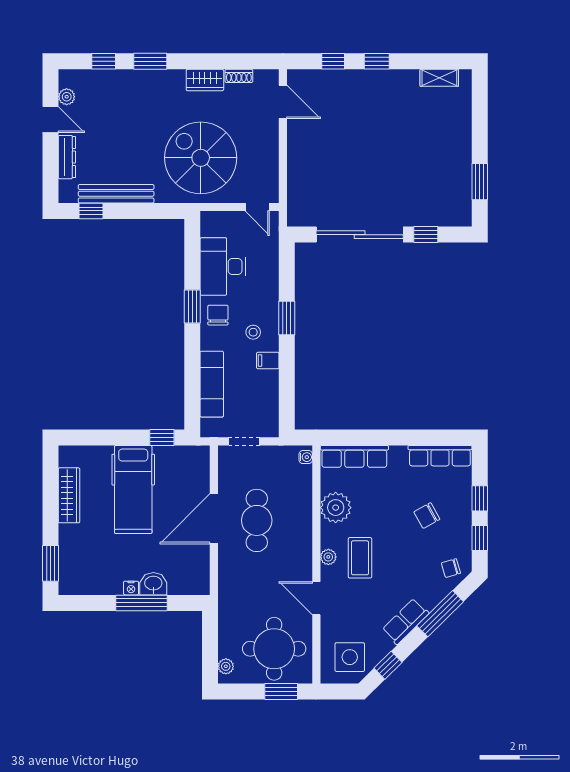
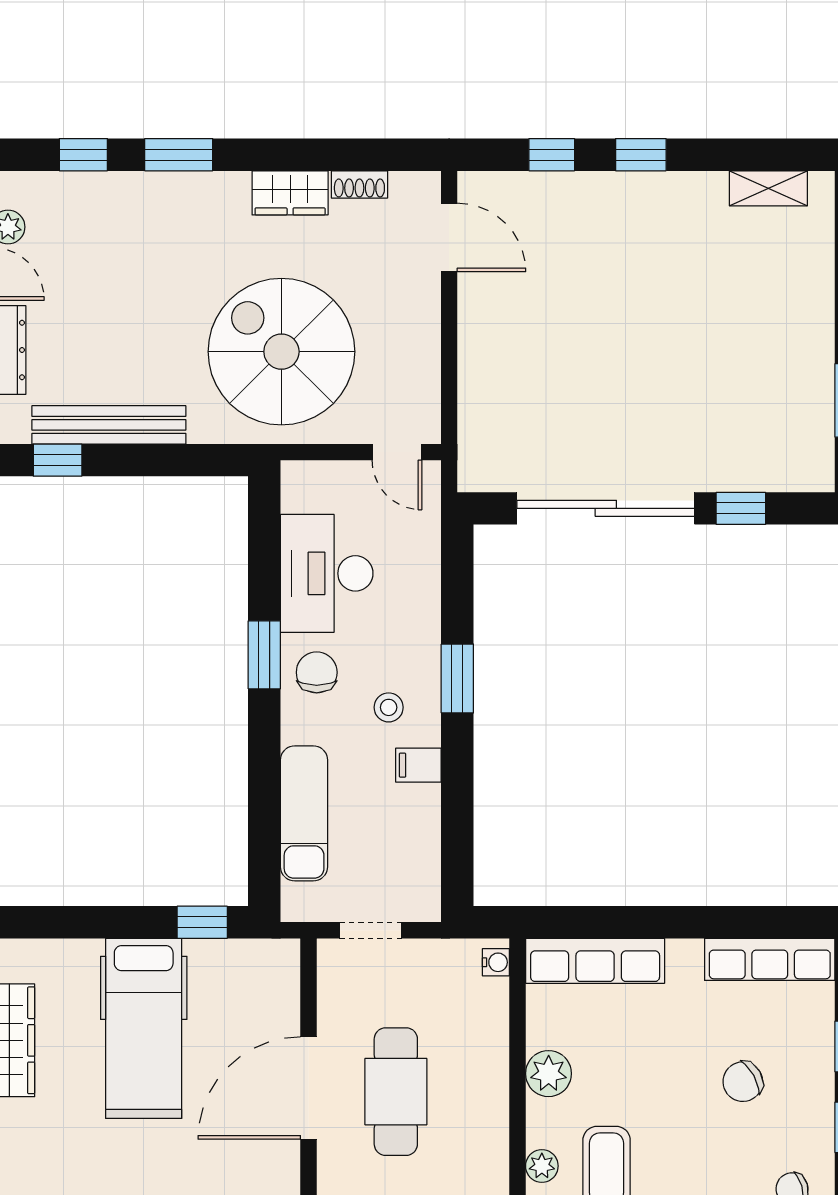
plant: (336, 508) -> (549, 1074), width x0.73, depth x0.73

